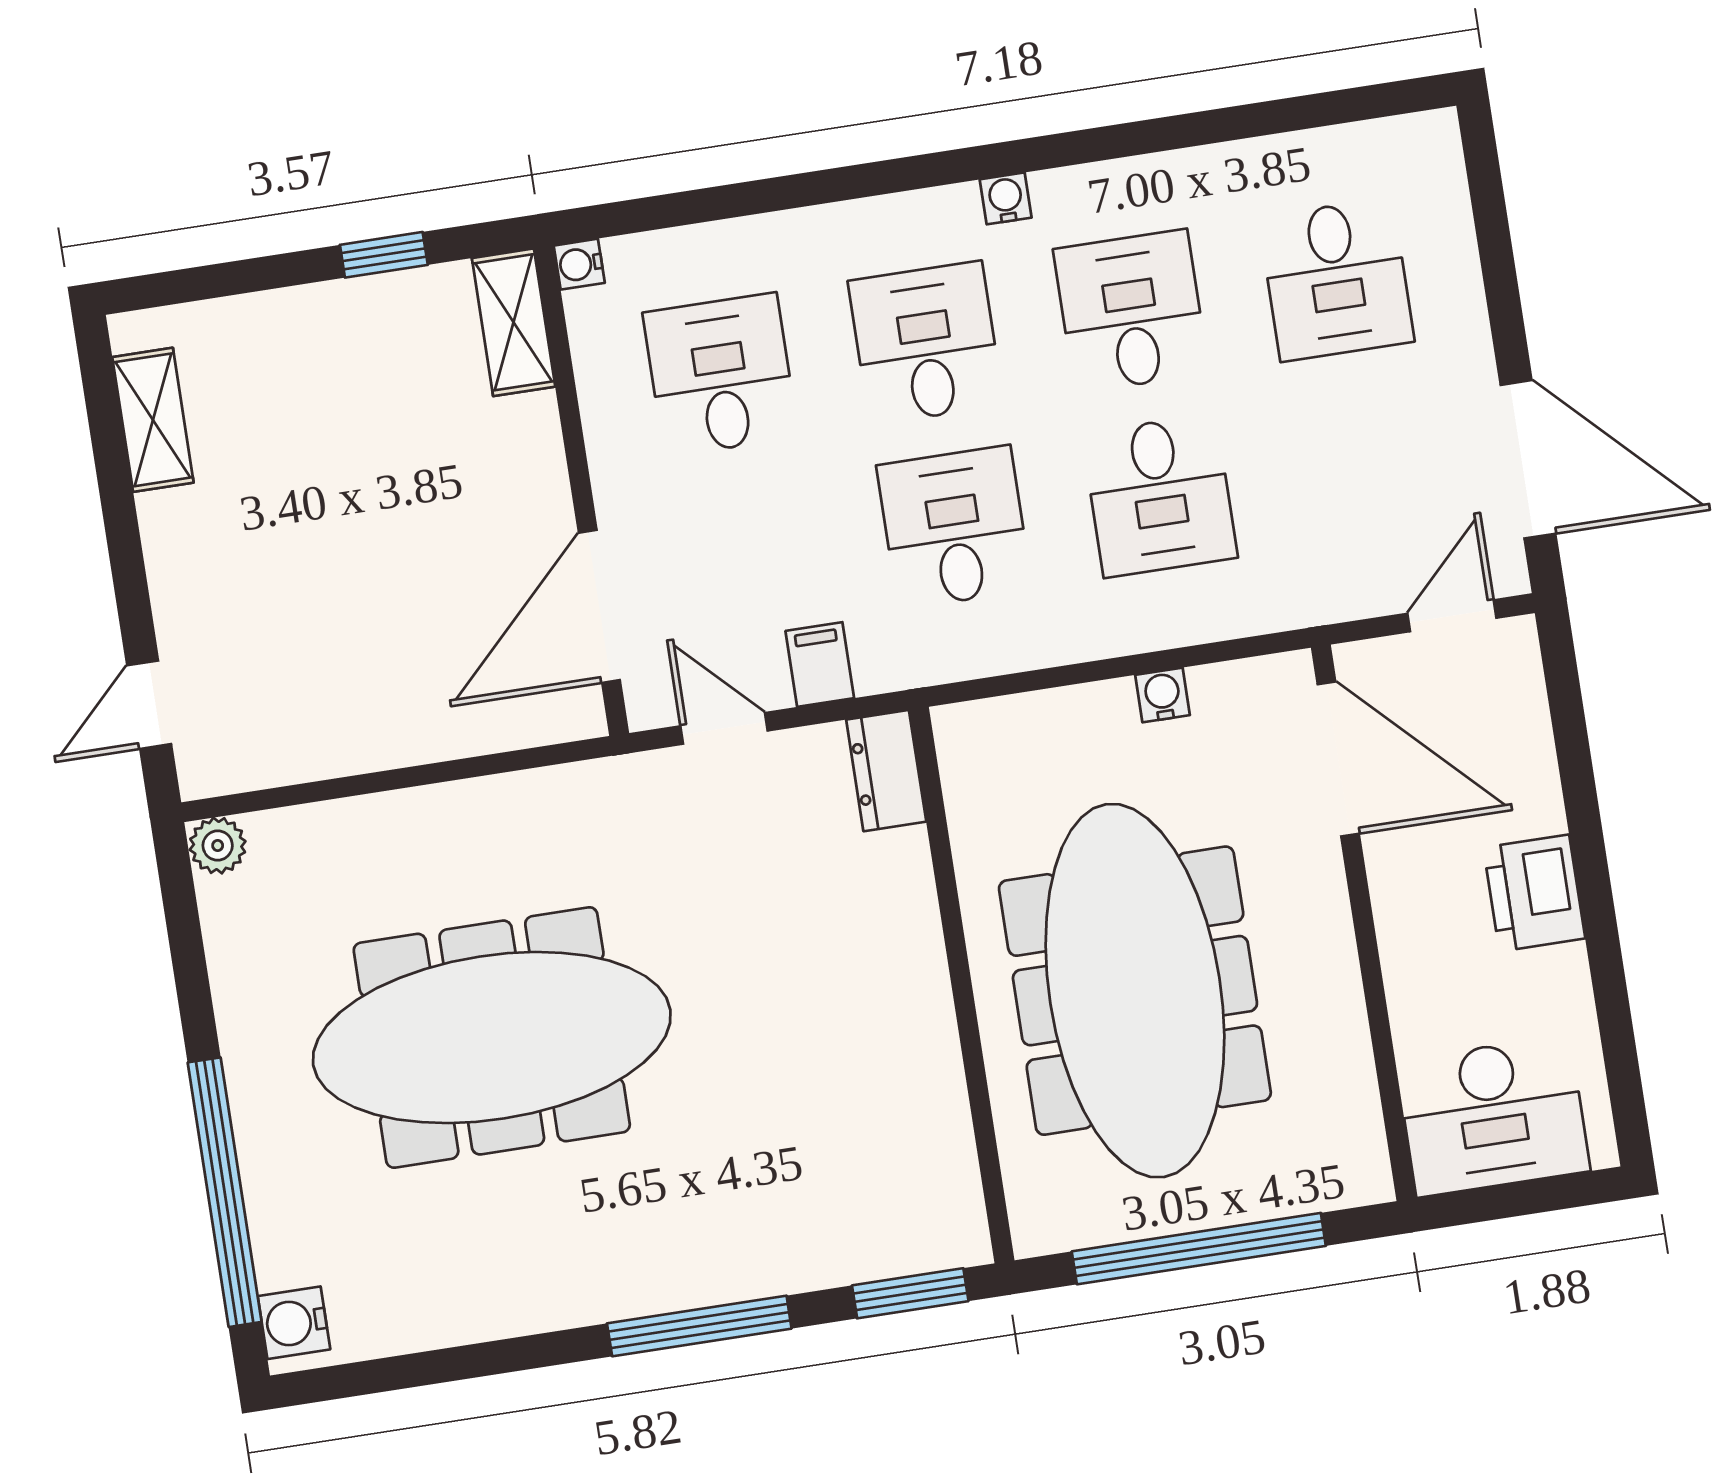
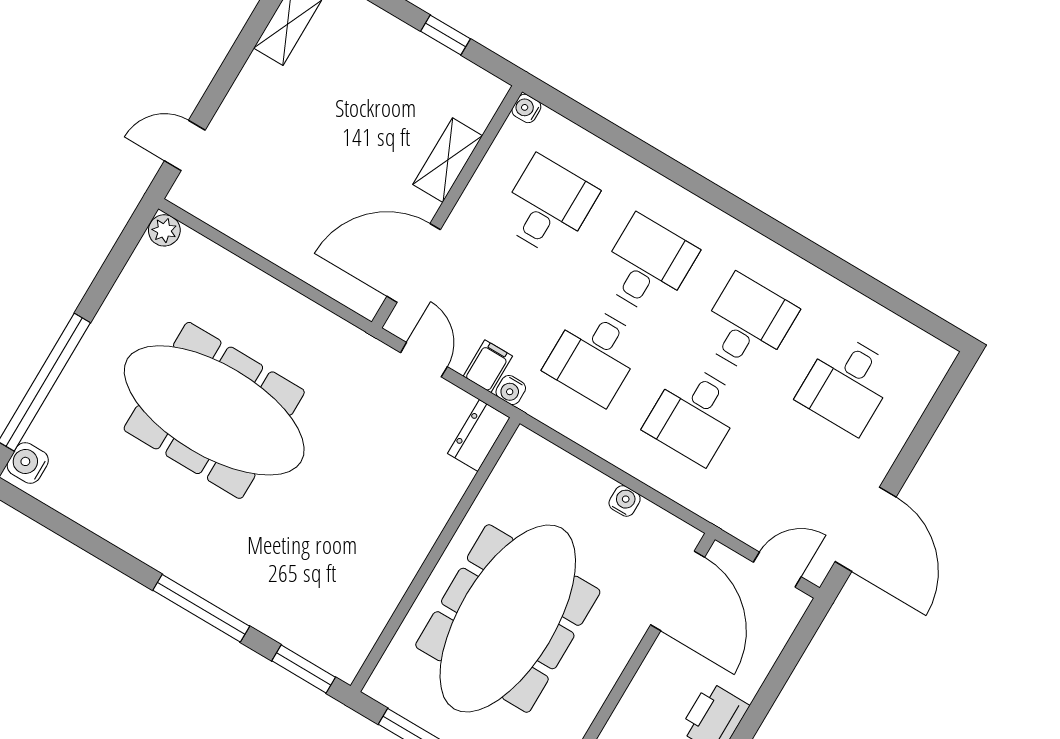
water cooler: (1006, 198) -> (511, 390), moved, turned 180
shelving: (514, 322) -> (448, 160), moved
desk: (954, 527) -> (594, 355), turned 180

